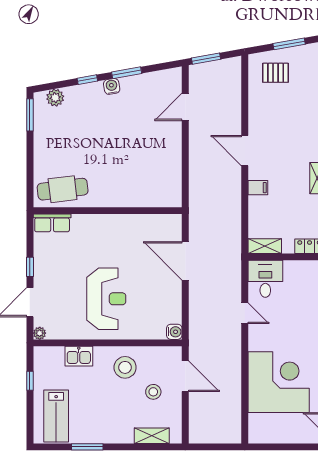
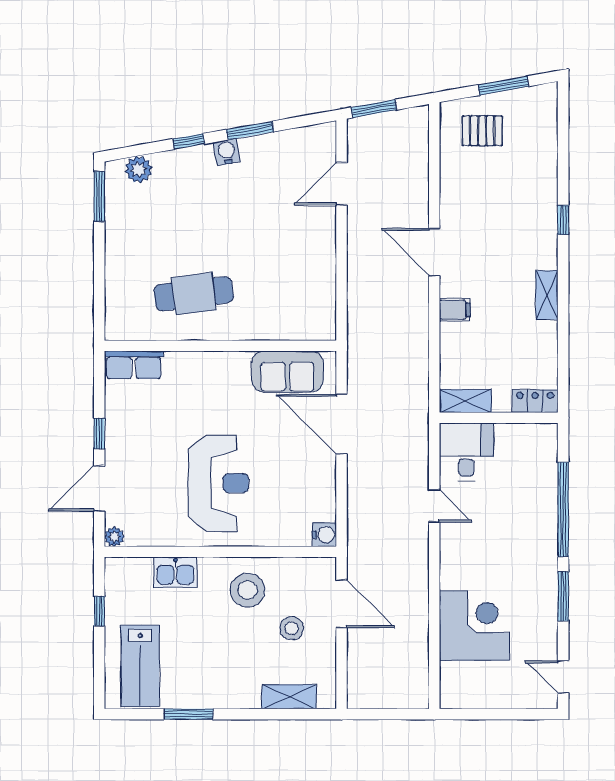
cafe table: (63, 189) -> (194, 294), moved
sofa: (151, 227) -> (287, 371), added
corner desk: (279, 382) -> (474, 626), width x0.74, depth x0.74

